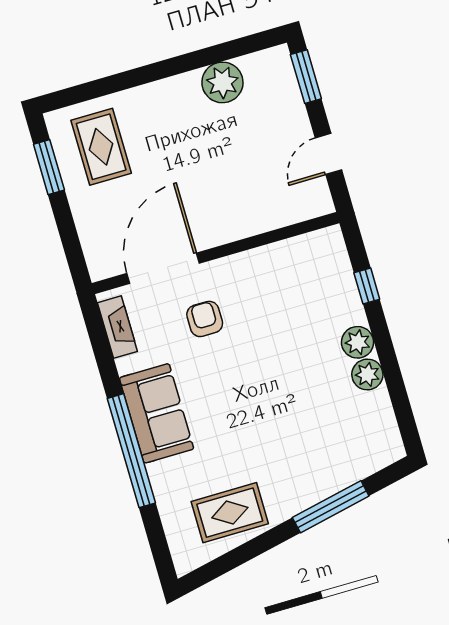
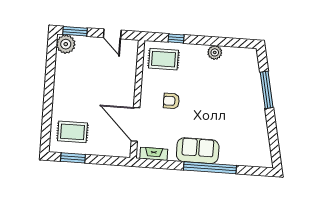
plant: (222, 82) -> (66, 44), moved
armchair: (205, 319) -> (171, 101), moved
plant: (358, 342) -> (199, 52), removed
rug: (230, 513) -> (164, 59), moved, turned 90

